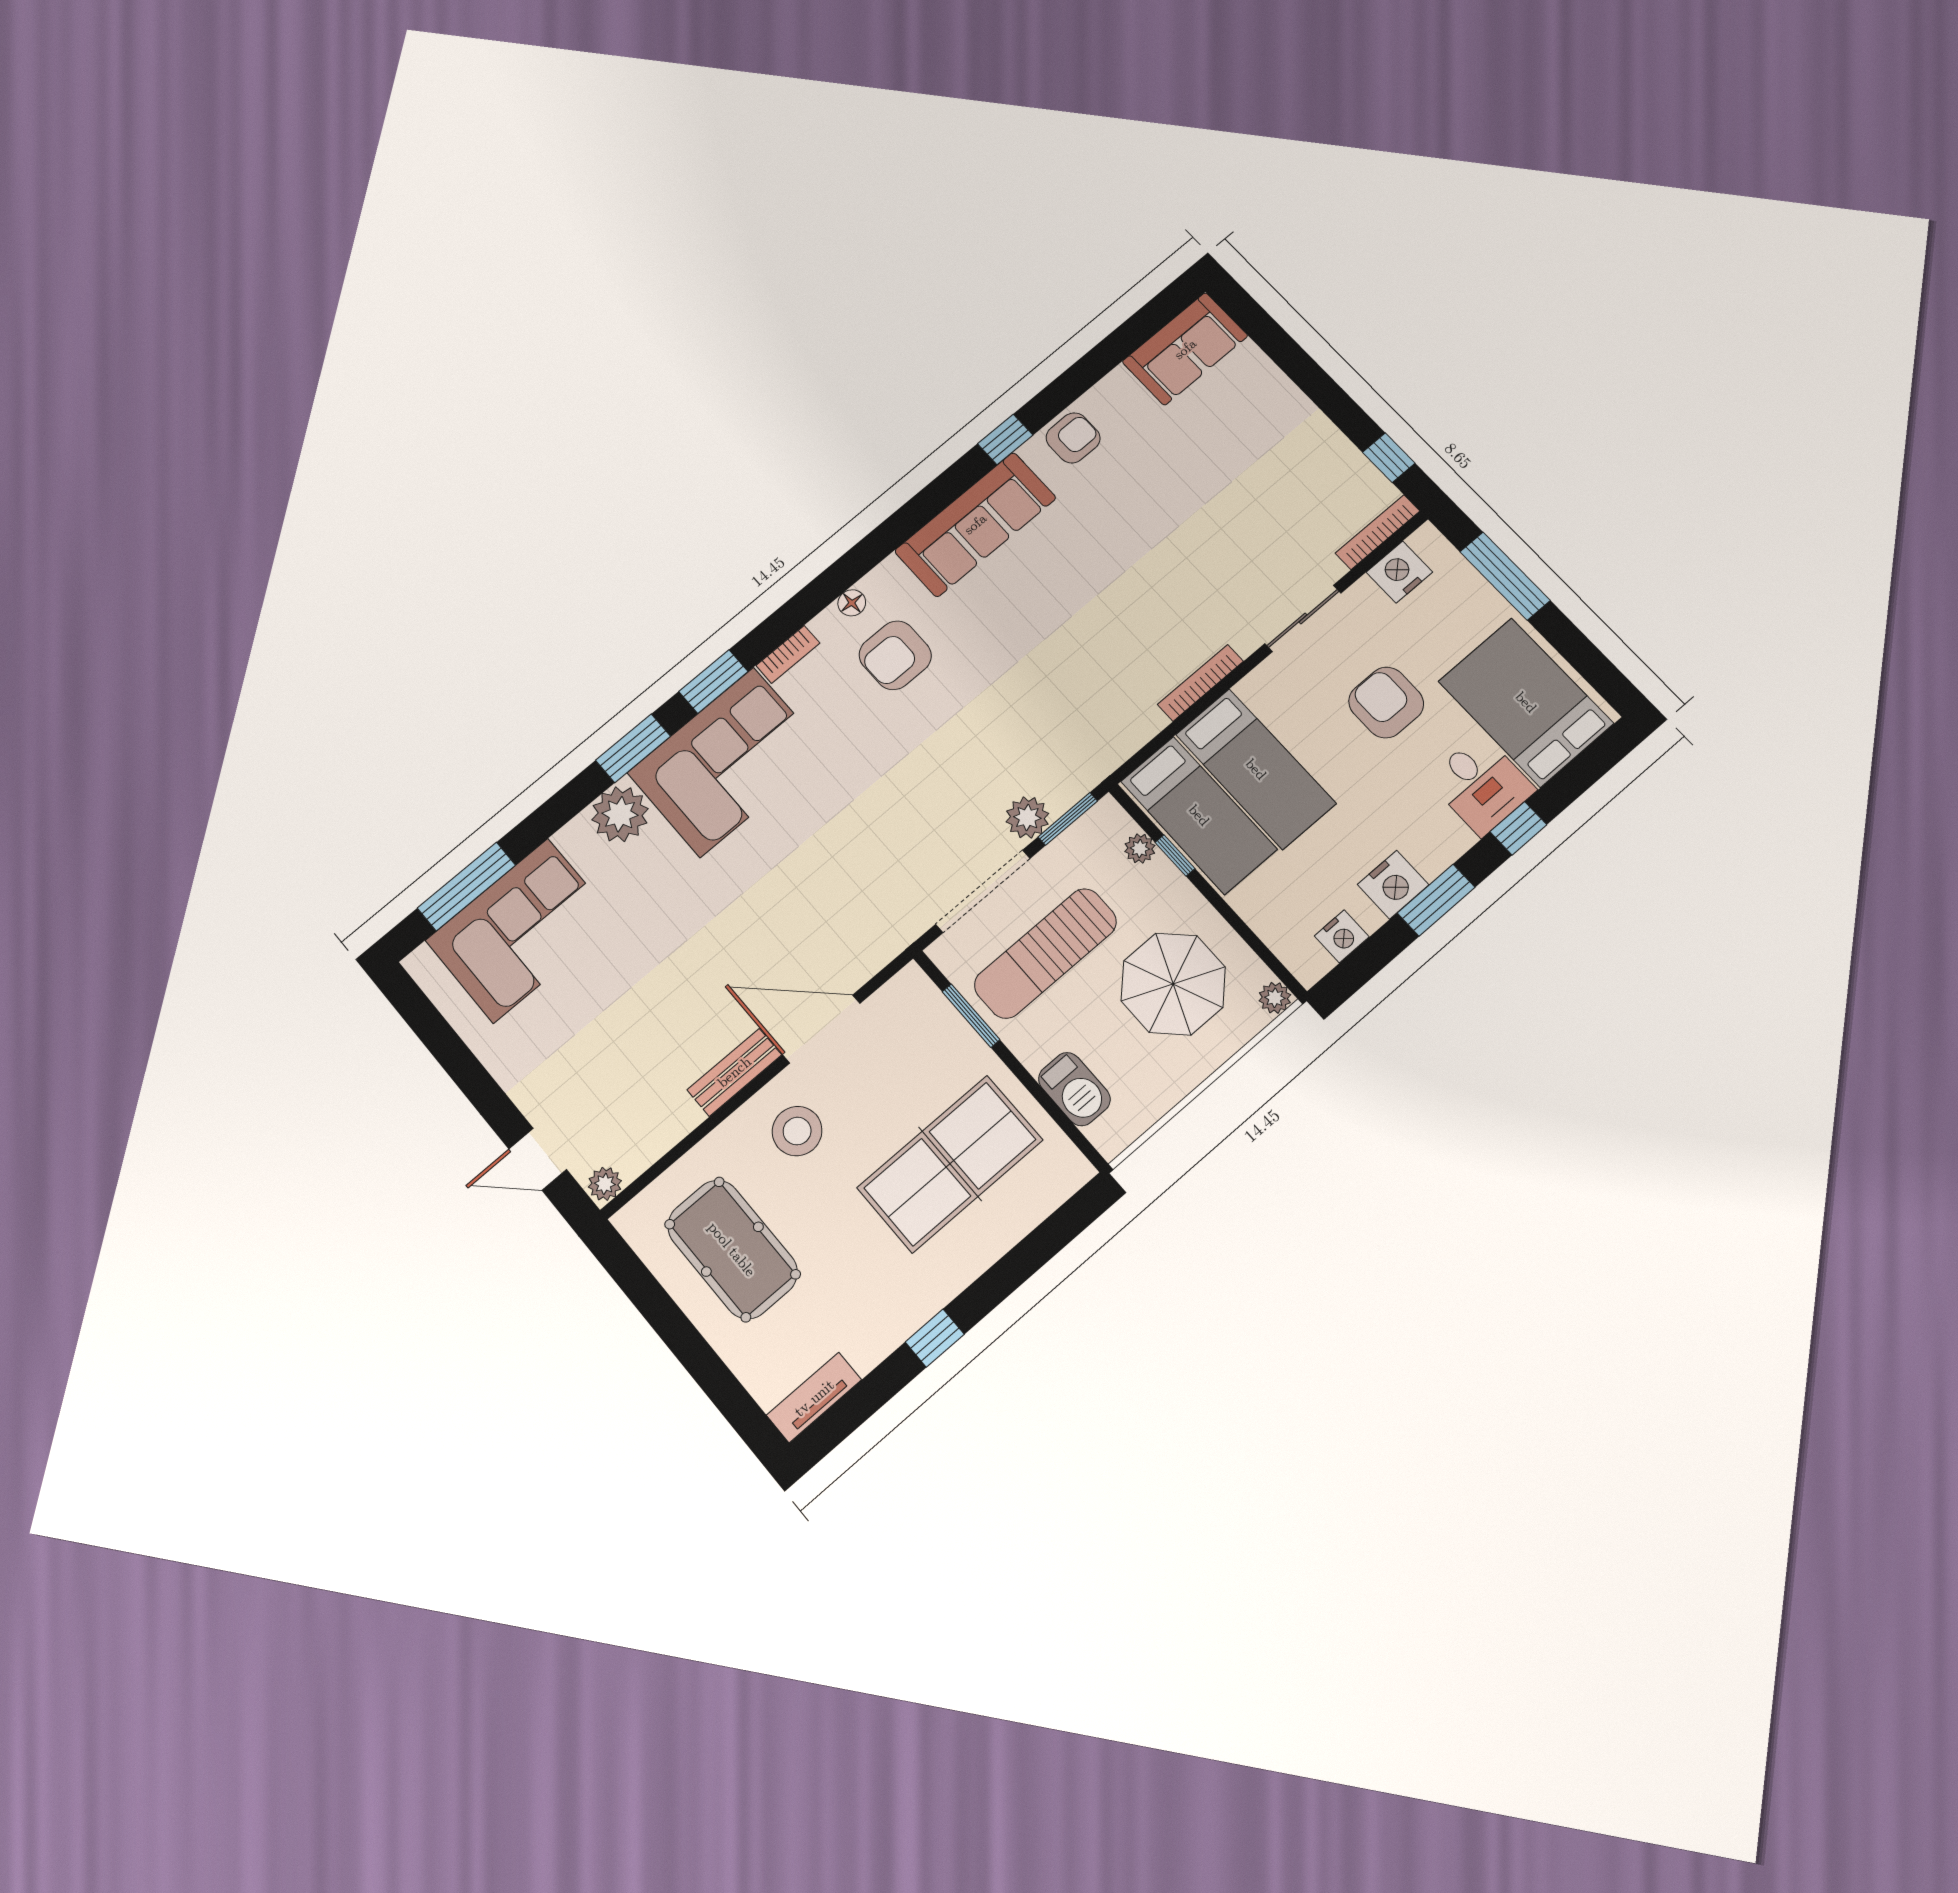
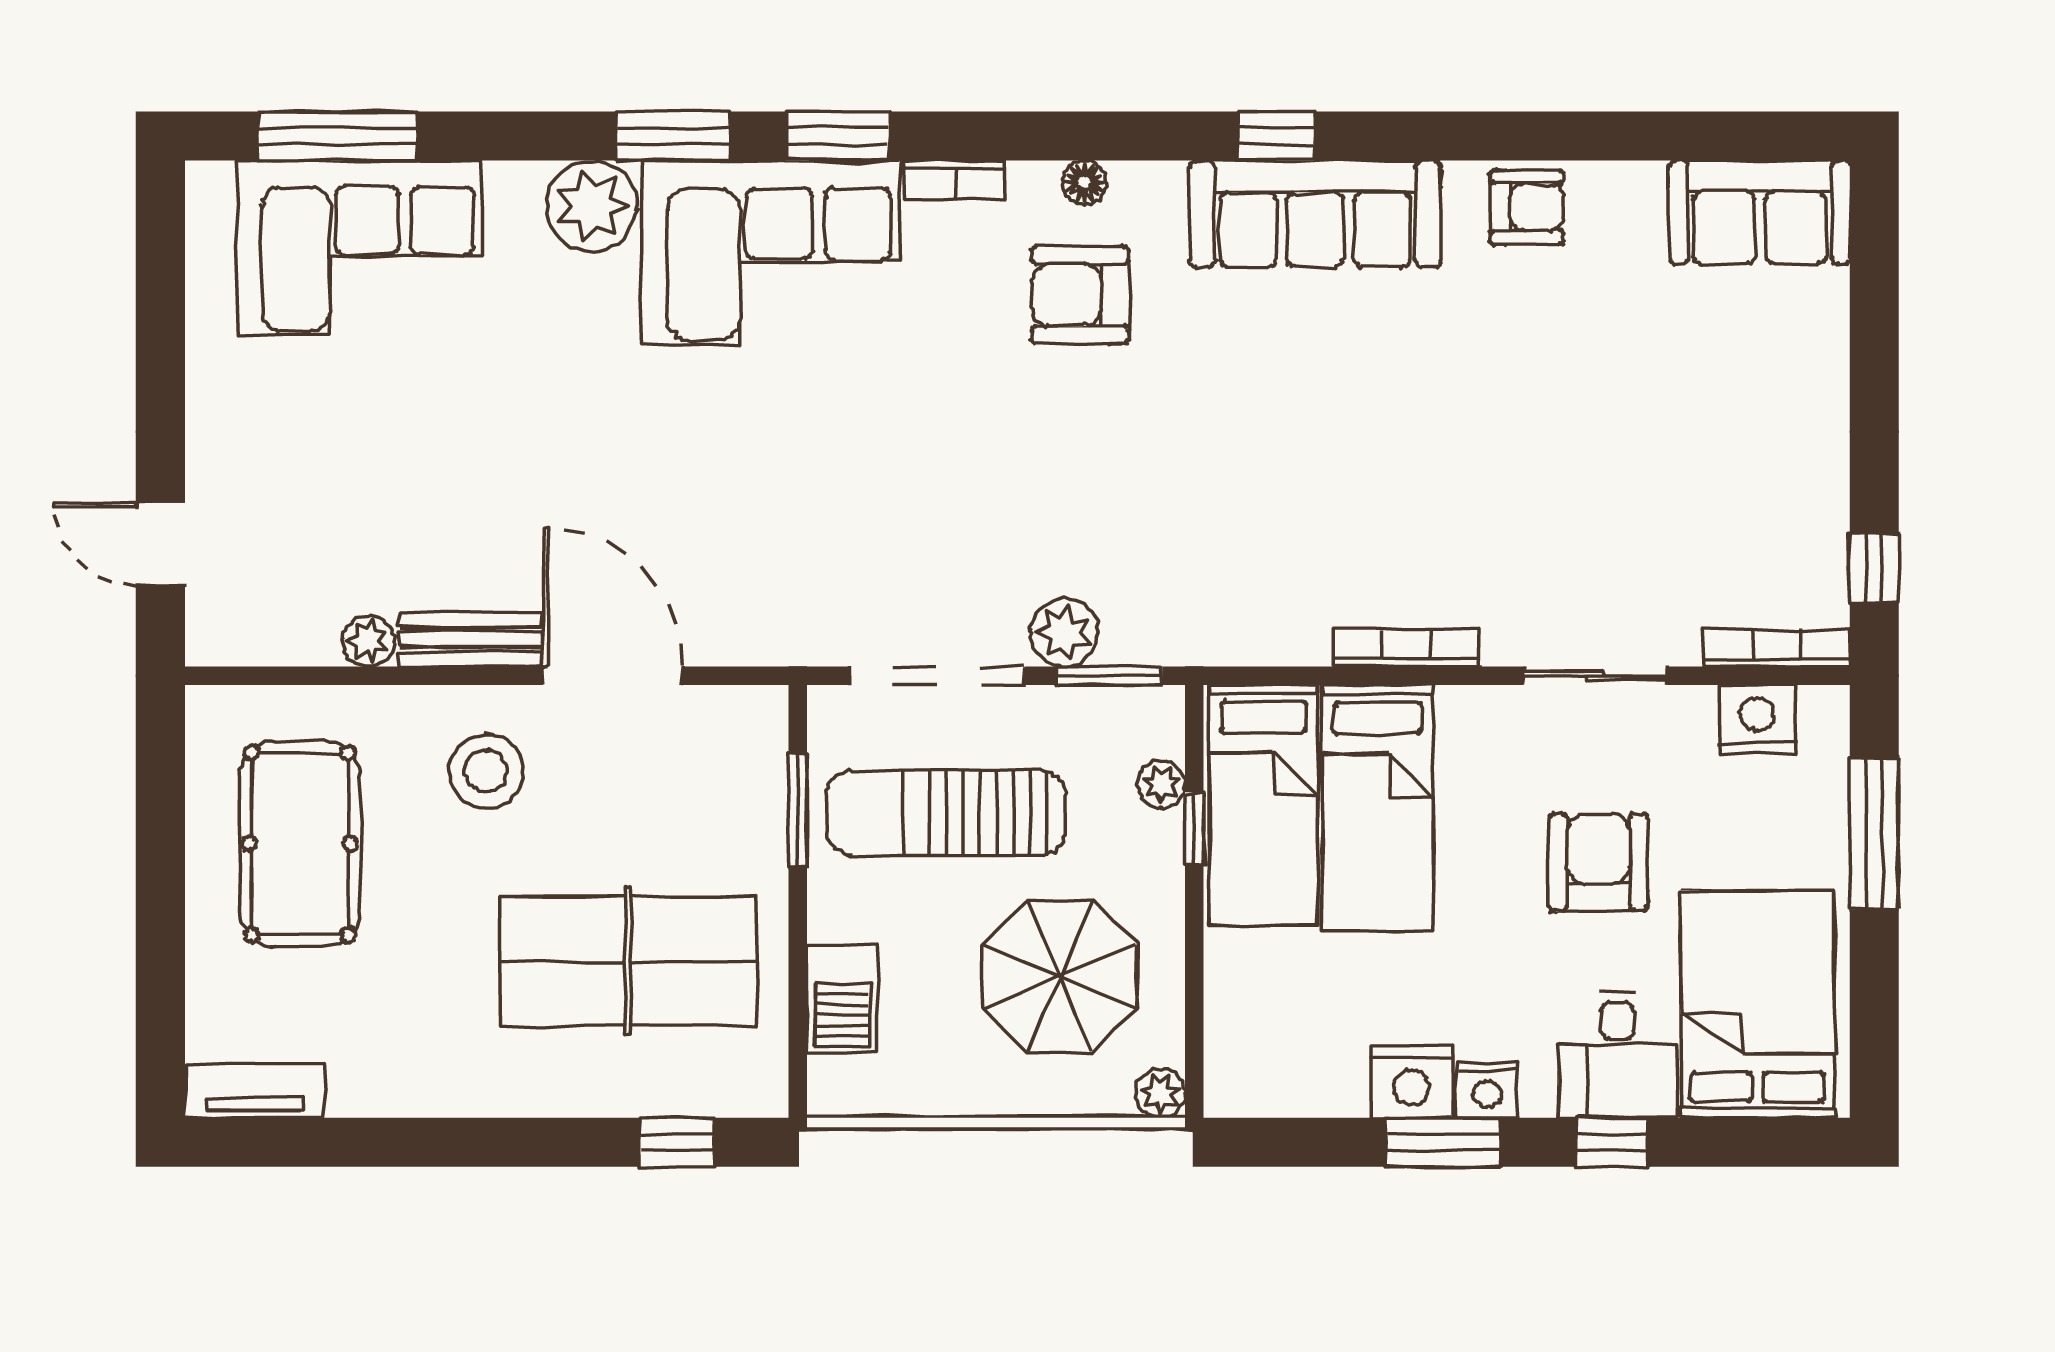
window: (1005, 439) -> (1276, 136), moved
nightstand: (1342, 936) -> (1487, 1090), moved
plant: (605, 1184) -> (368, 641), moved
window: (935, 1338) -> (677, 1142), moved

